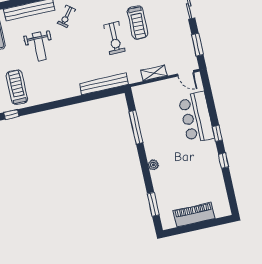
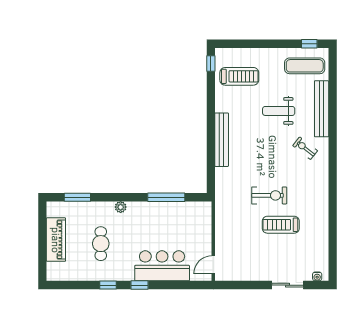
exercise bike: (114, 38) -> (269, 195), turned 180
window: (197, 45) -> (242, 285), removed
shelving: (154, 73) -> (221, 230), removed
bench: (104, 84) -> (222, 140), moved
cafe table: (189, 175) -> (101, 244), added

